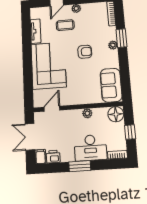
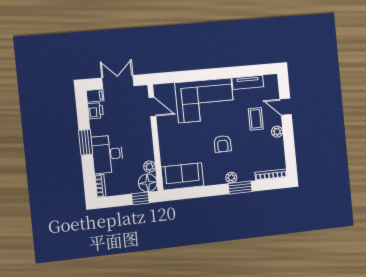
plant: (87, 113) -> (150, 167), moved
window: (130, 132) -> (140, 198), moved

